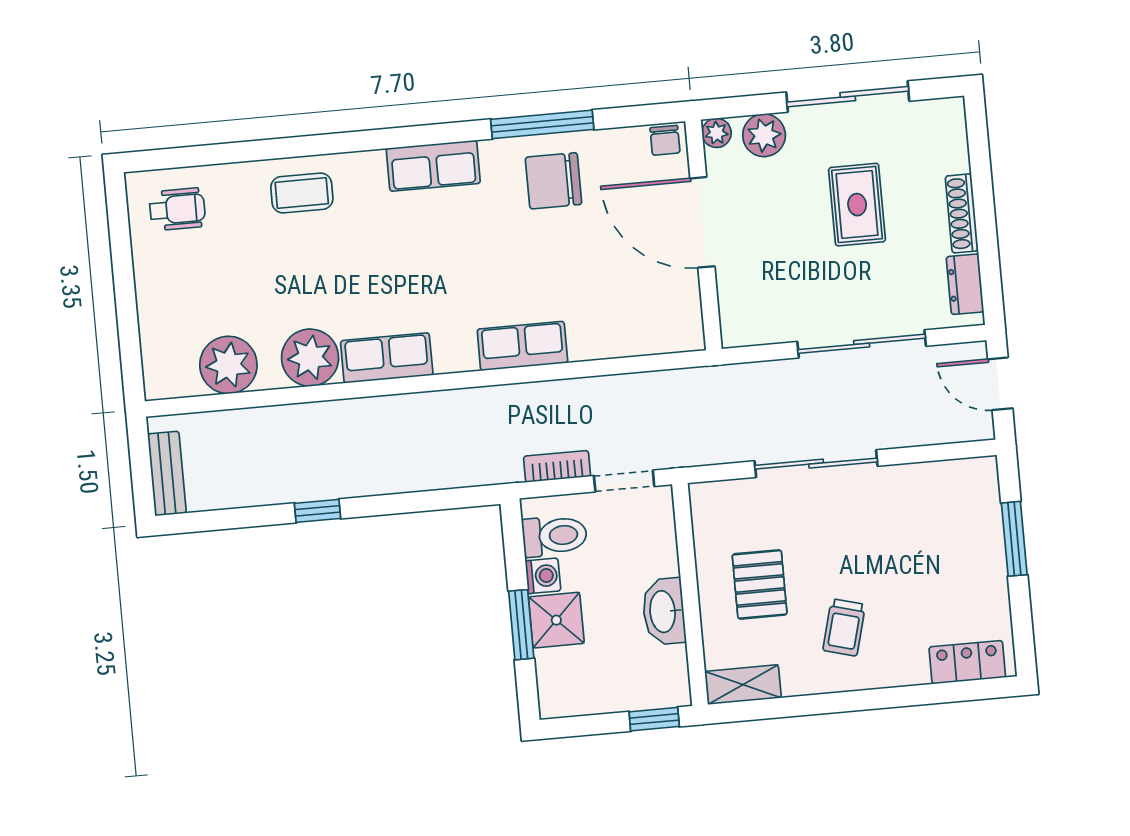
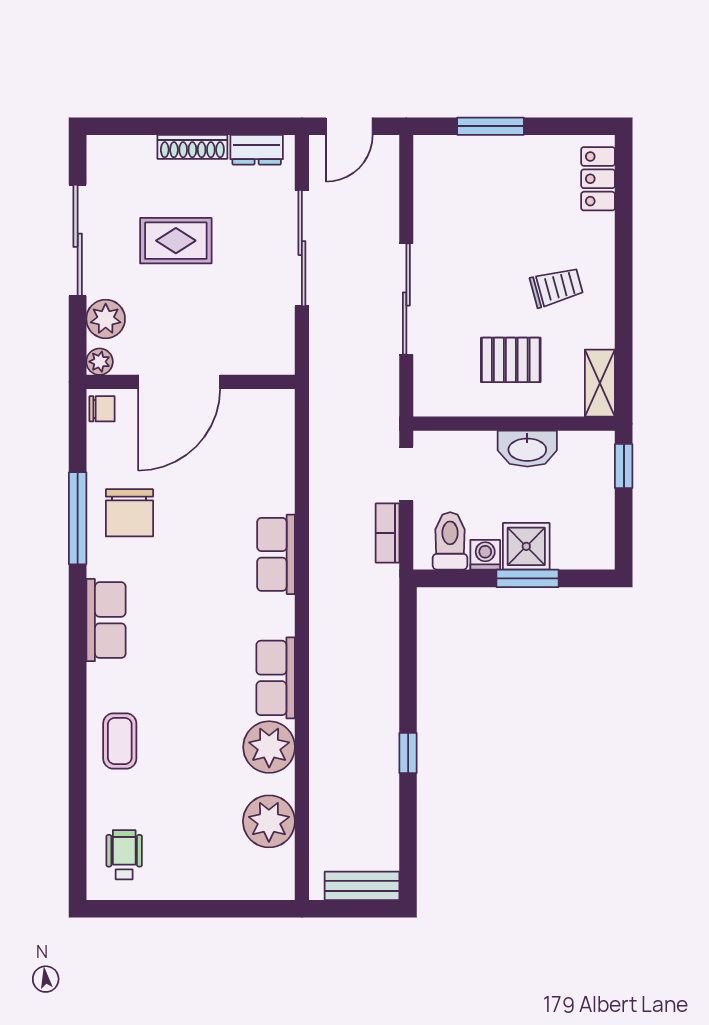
trolley: (844, 627) -> (557, 287), turned -30

